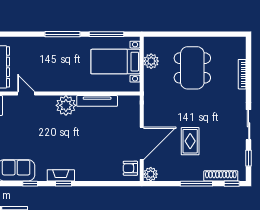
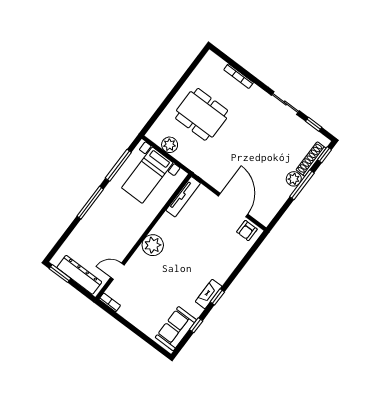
tv unit: (97, 101) -> (183, 197), moved
rug: (190, 141) -> (262, 163), removed
plant: (151, 174) -> (294, 179), moved

